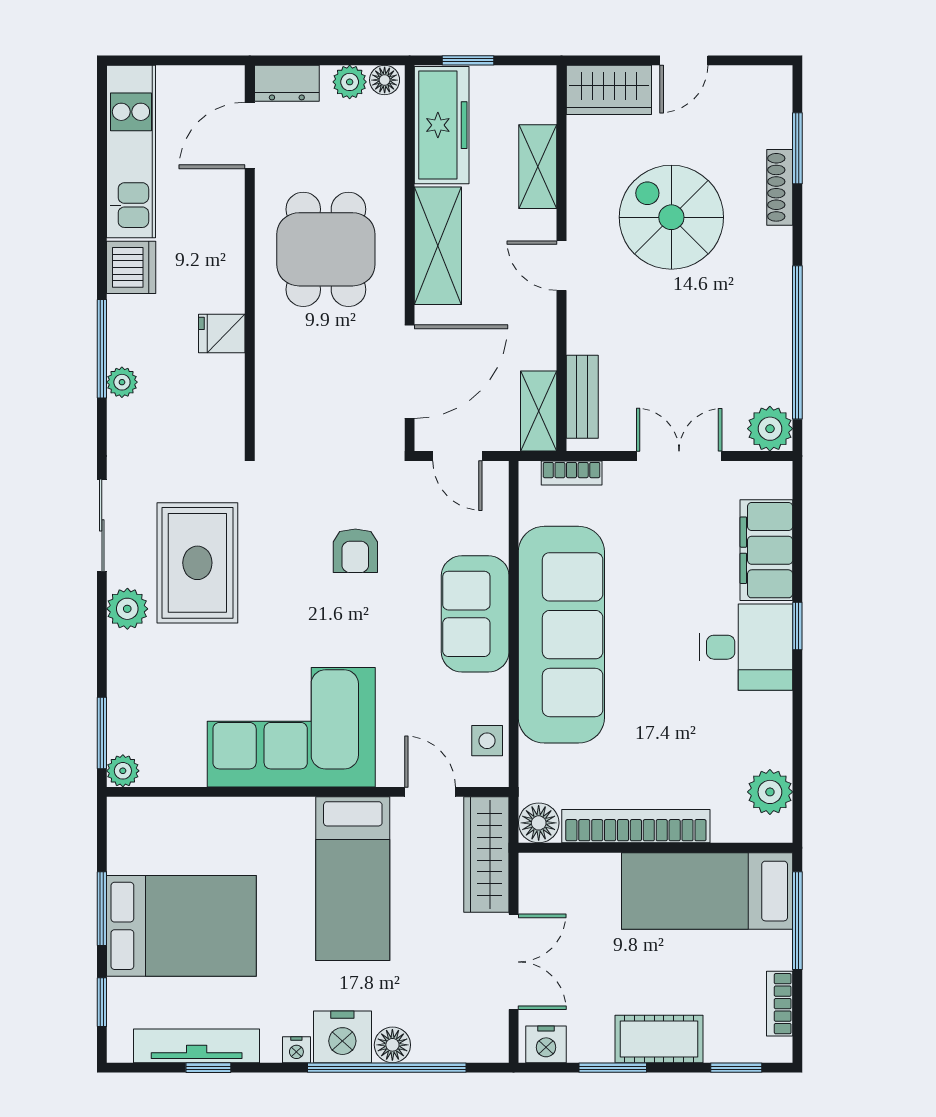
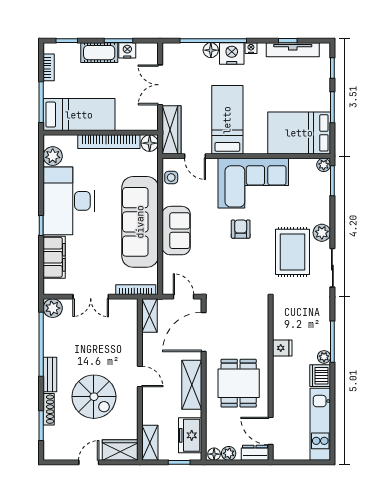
freezer: (442, 125) -> (190, 435), width x0.71
door: (250, 135) -> (271, 431), swing flipped
shelving: (538, 167) -> (150, 443), moved
plant: (122, 382) -> (324, 357), moved
bench: (582, 397) -> (50, 375), moved
bookcase: (572, 473) -> (136, 290), width x1.56
armchair: (355, 551) -> (241, 229), moved
desk: (746, 647) -> (69, 201), width x1.87, depth x1.30
bed: (181, 926) -> (299, 133), moved
nightstand: (546, 1044) -> (127, 50), moved

